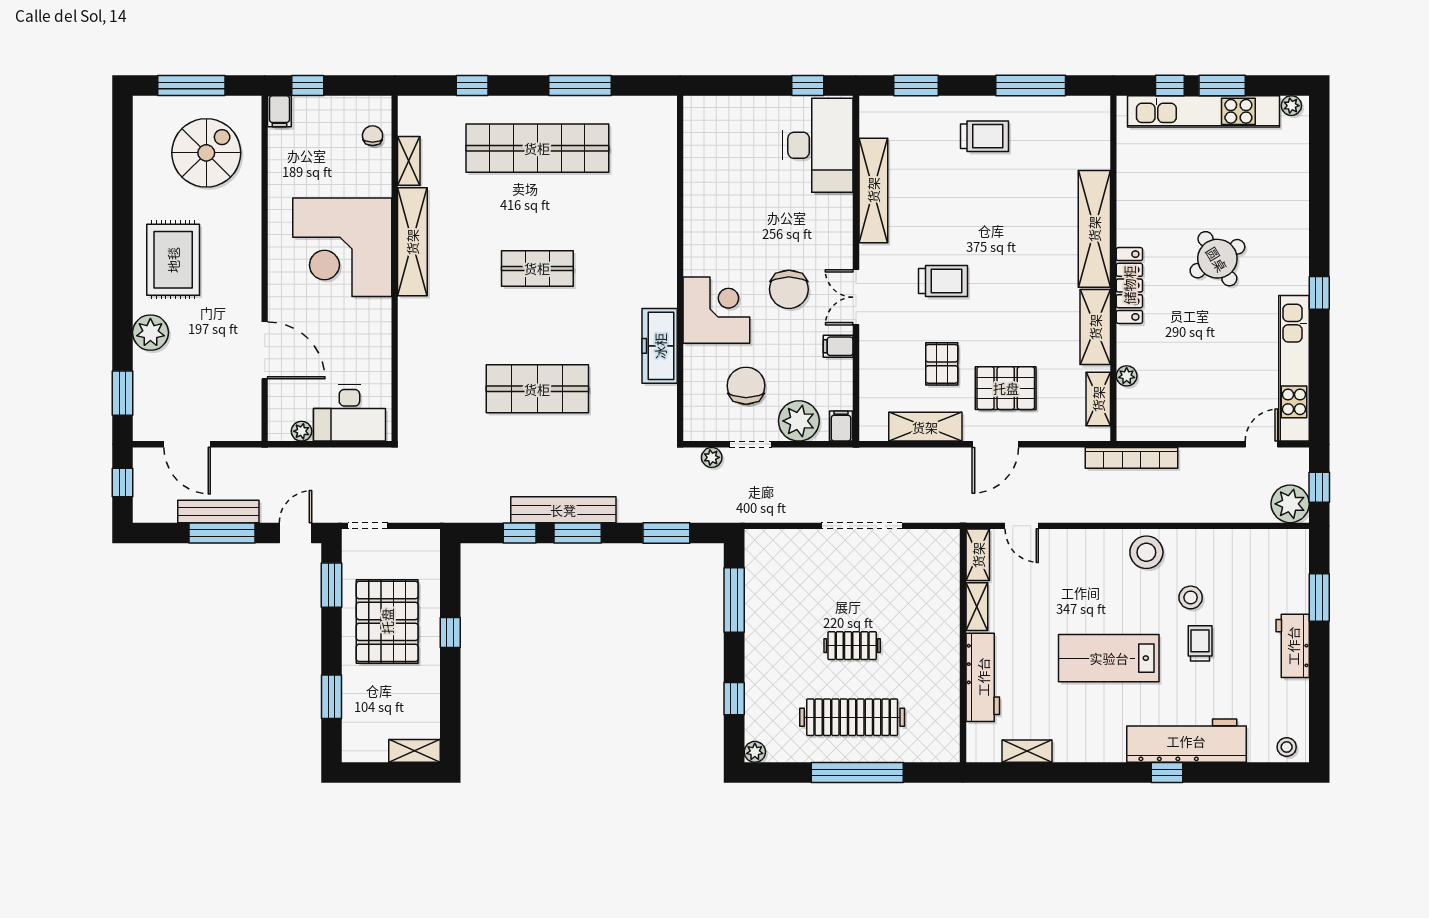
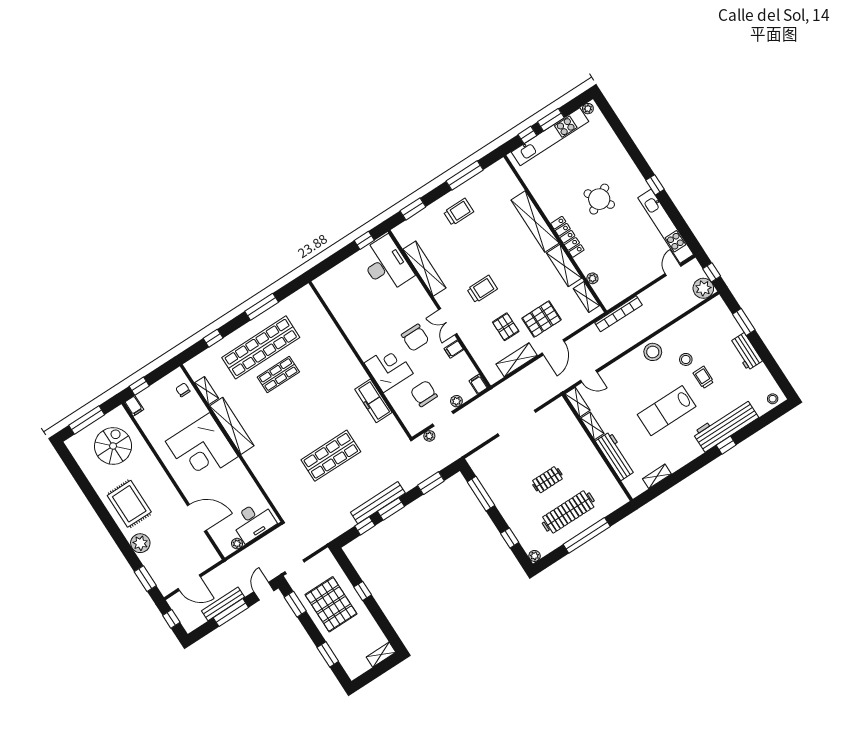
shop shelf: (537, 268) -> (278, 374), moved
plant: (799, 421) -> (456, 401), width x0.53, depth x0.53

